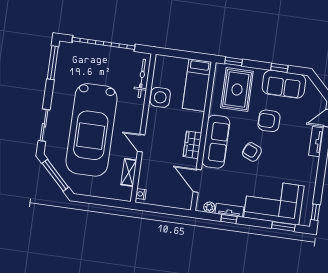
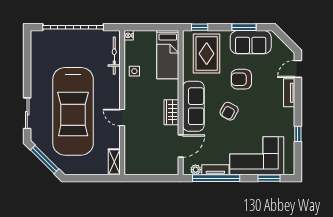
window: (53, 63) -> (27, 52), removed
window: (279, 68) -> (244, 27), width x1.50
side table: (160, 97) -> (134, 71), width x0.54, depth x0.54
armchair: (252, 152) -> (229, 111), turned -84
shelving: (129, 172) -> (114, 162), moved
door: (197, 181) -> (181, 146), swing flipped
nightstand: (141, 194) -> (129, 35), moved
window: (315, 212) -> (298, 134), moved
window: (229, 219) -> (216, 178), width x3.17

